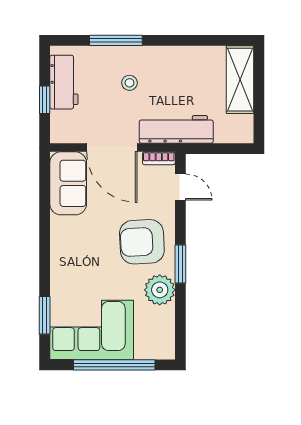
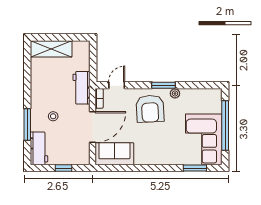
workbench: (64, 82) -> (39, 148), moved, turned 90
workbench: (176, 129) -> (82, 88), width x0.73
plant: (160, 290) -> (175, 93), width x0.53, depth x0.53

